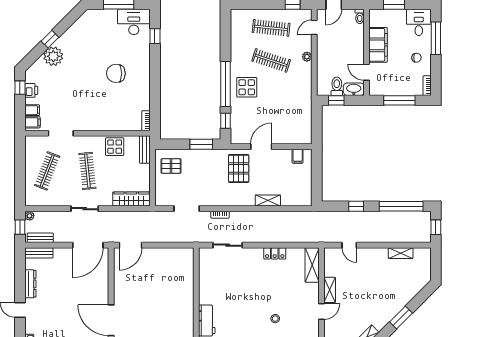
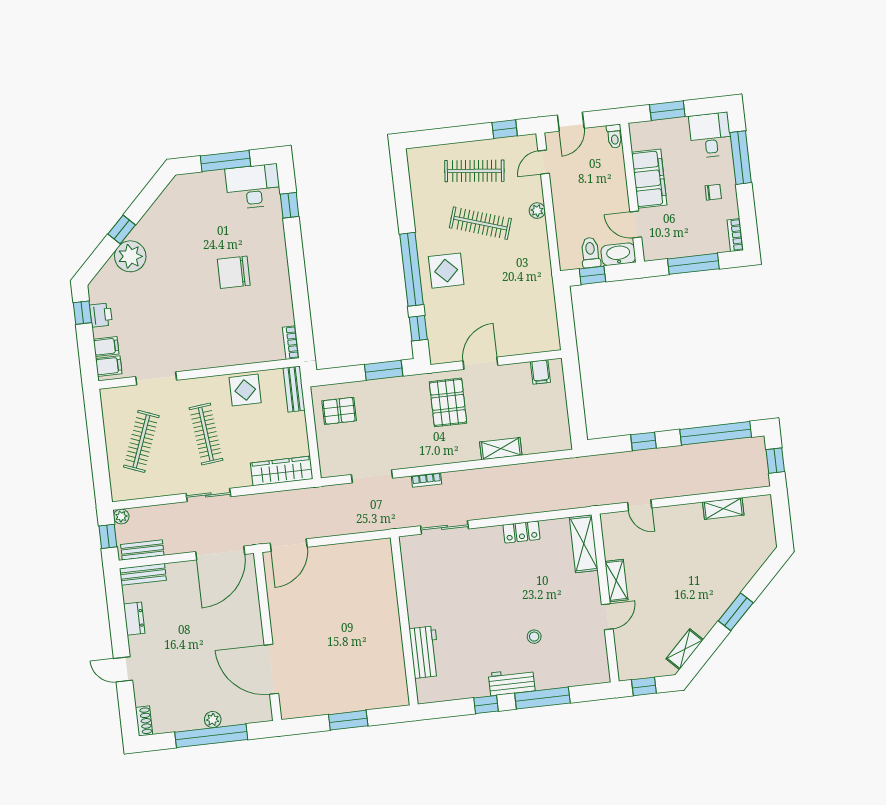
dresser: (30, 284) -> (134, 619), width x0.70

